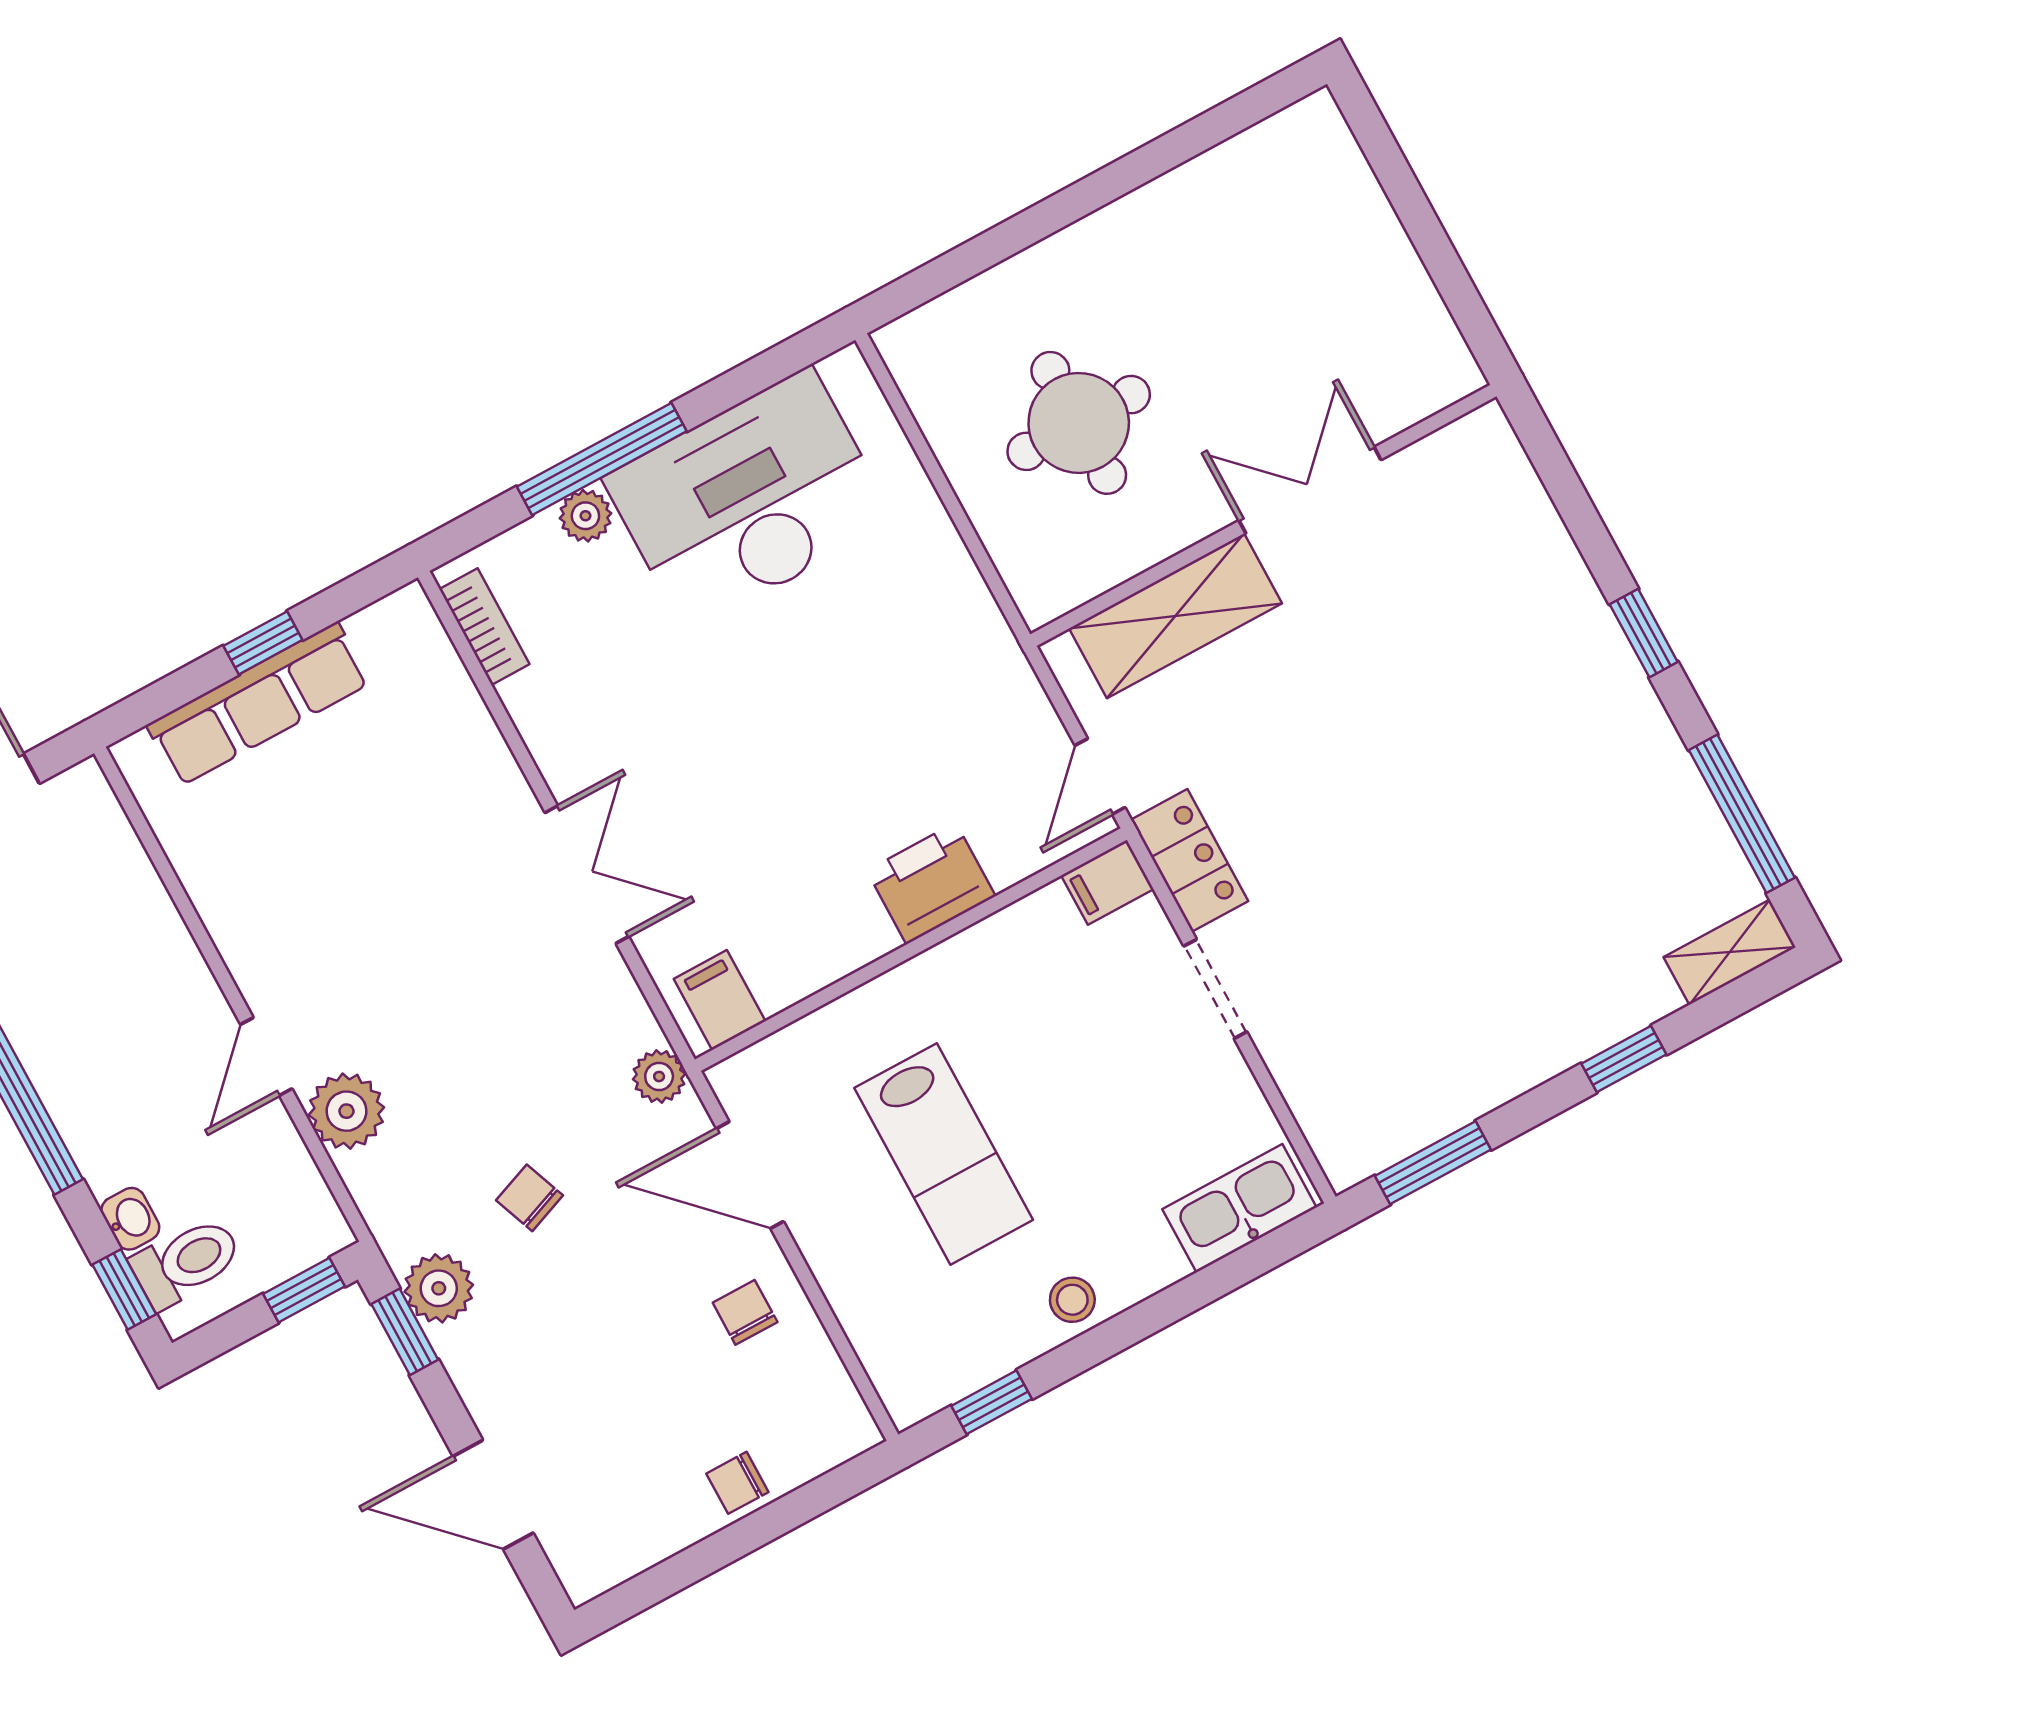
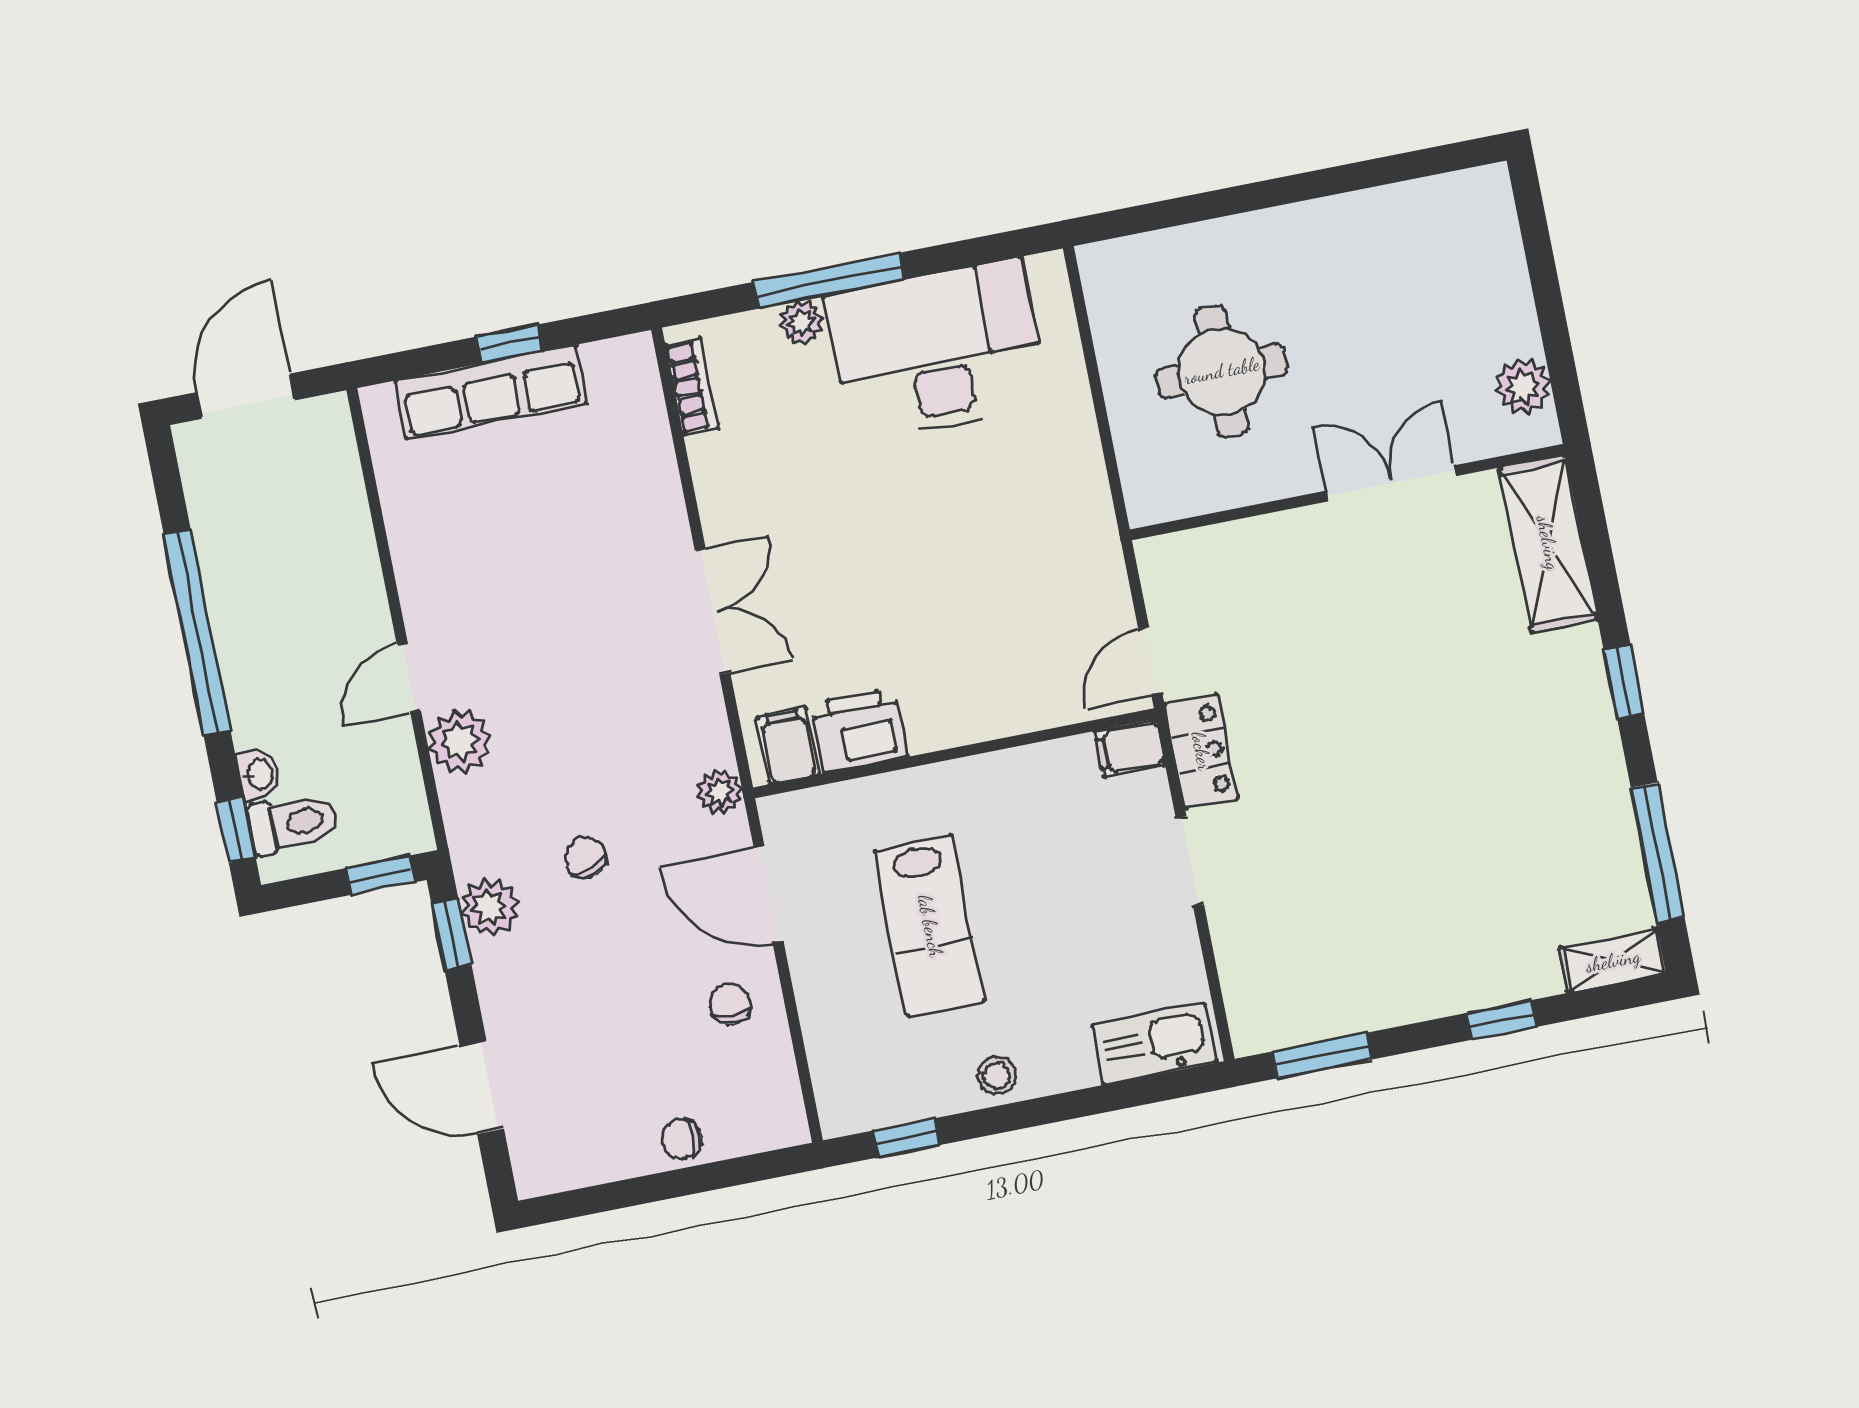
plant: (1425, 334) -> (1523, 387), added
shelving: (1175, 616) -> (1548, 543), moved, turned 90
printer: (931, 883) -> (859, 730), moved

